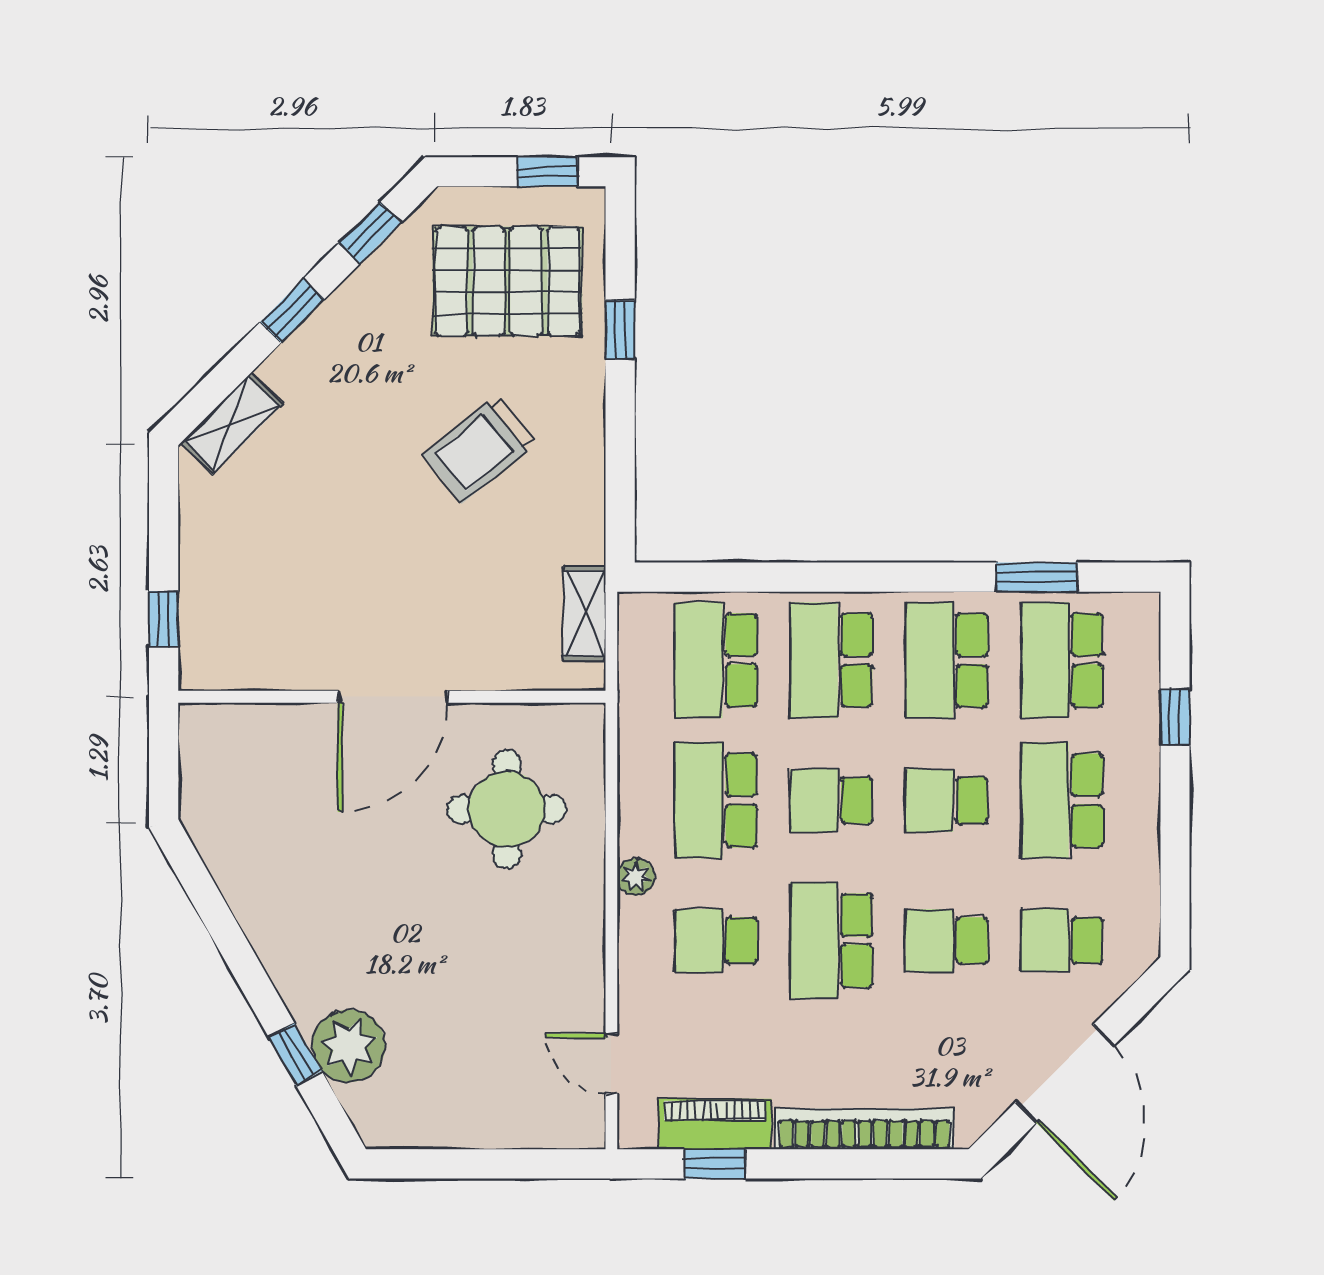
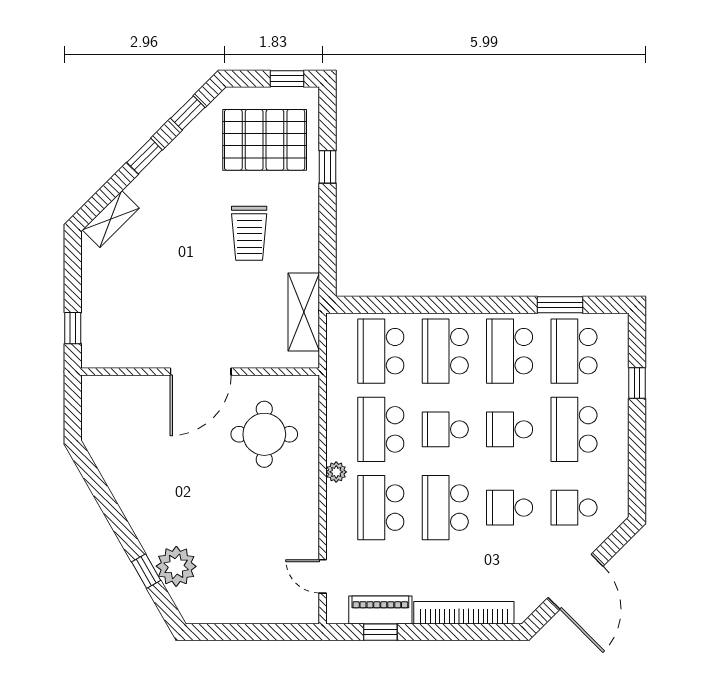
trolley: (480, 449) -> (249, 233), turned -51
shelving: (585, 613) -> (304, 312), width x1.50, depth x1.33
school desk: (716, 941) -> (381, 508), width x1.85

